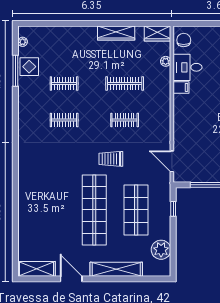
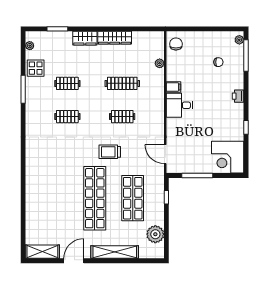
window: (53, 23) -> (57, 29), added
wardrobe: (158, 33) -> (85, 38), moved
desk: (188, 67) -> (179, 105), moved
window: (15, 71) -> (23, 89), moved
door: (71, 279) -> (74, 261), hinge flipped

